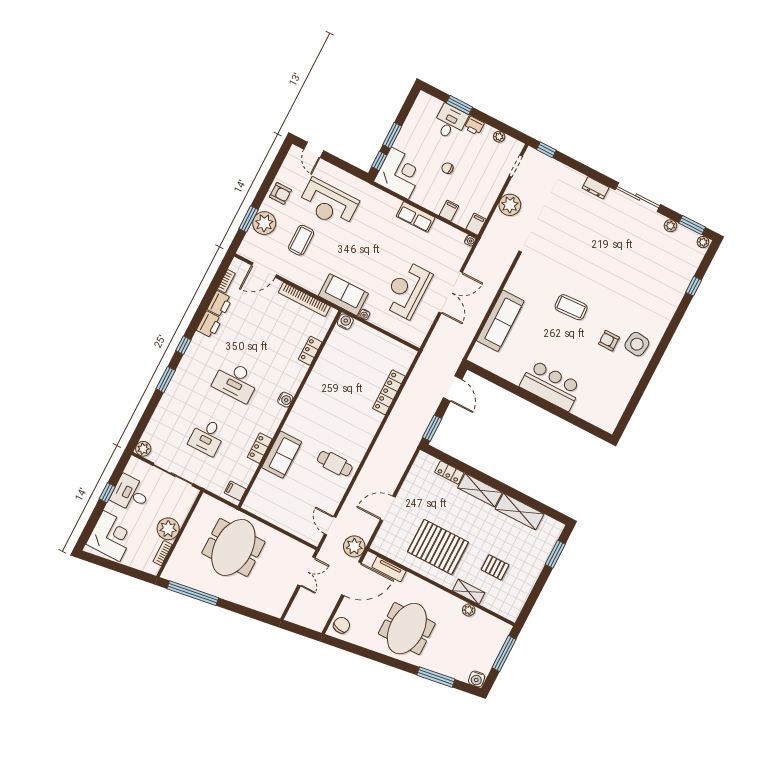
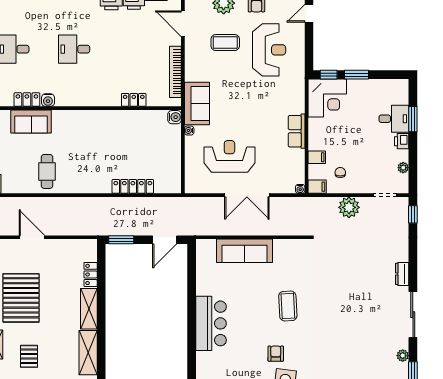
chair: (447, 168) -> (340, 173), moved
reception desk: (328, 204) -> (269, 50), turned 180
desk: (236, 381) -> (74, 49), width x0.73
water cooler: (285, 400) -> (48, 100), moved

